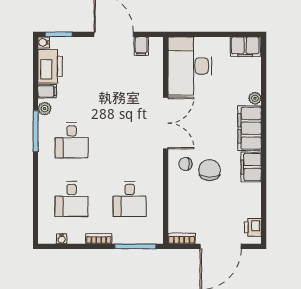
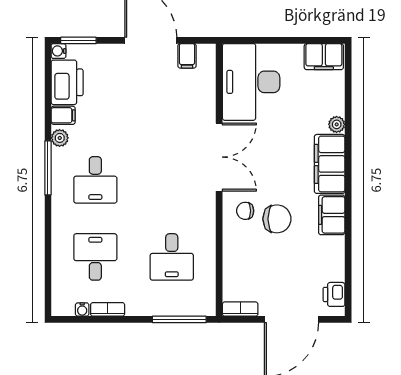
chair: (210, 170) -> (277, 219), turned 90
desk: (72, 199) -> (95, 257), turned 180
bookcase: (99, 239) -> (108, 309), moved

